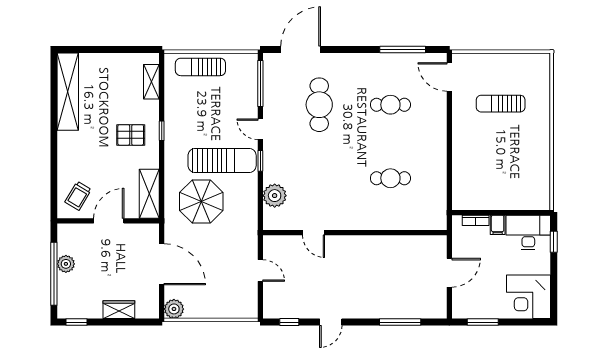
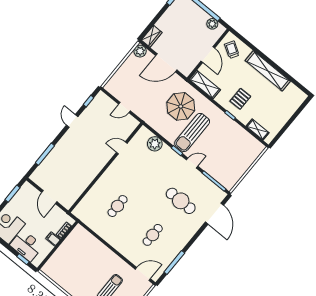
sun lounger: (200, 67) -> (245, 159), removed
shelving: (68, 92) -> (268, 71), moved
desk: (528, 232) -> (26, 246), moved, turned 90
plant: (66, 264) -> (212, 24), moved
wardrobe: (119, 310) -> (152, 36), moved

